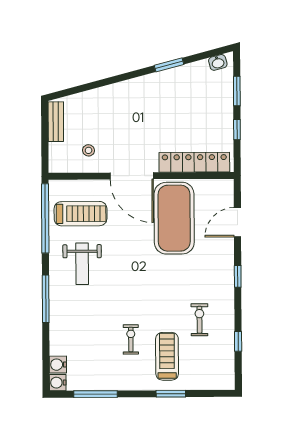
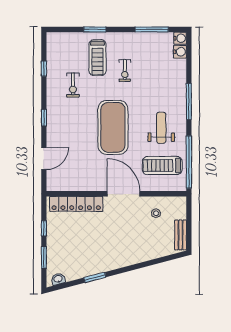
exercise mat: (174, 218) -> (113, 127), moved

